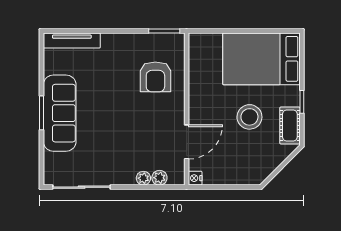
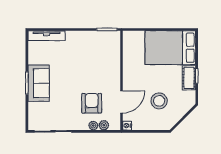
armchair: (155, 77) -> (92, 103), moved, turned 180
sofa: (60, 113) -> (39, 83), width x0.73
stool: (249, 117) -> (159, 101), moved
cot: (290, 126) -> (189, 78), moved

